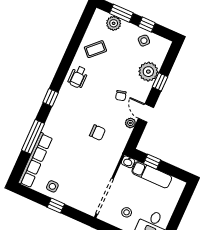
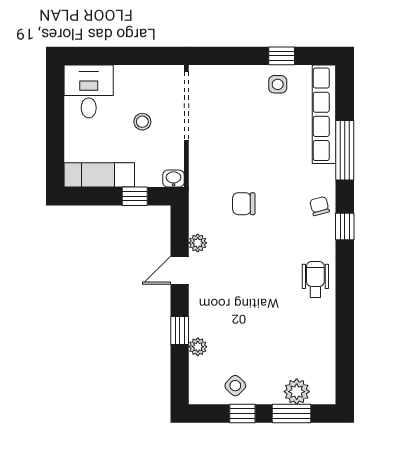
coffee table: (95, 49) -> (307, 337), removed
plant: (148, 72) -> (198, 347), width x0.53, depth x0.53
chair: (121, 96) -> (320, 206), moved
door: (146, 113) -> (180, 270), swing flipped
exam couch: (152, 175) -> (99, 175), moved
window: (56, 206) -> (282, 56), moved
stool: (127, 212) -> (142, 122), moved

